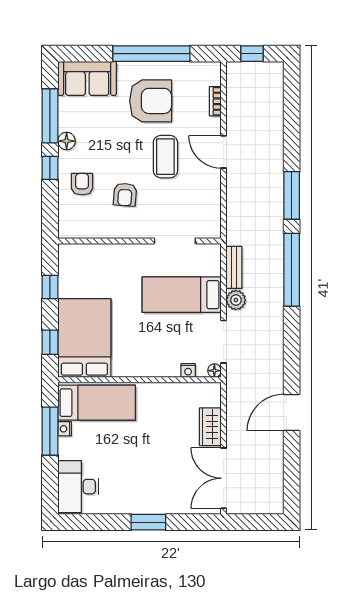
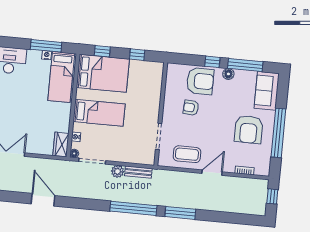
coffee table: (165, 157) -> (187, 154), moved
armchair: (82, 184) -> (200, 81), width x1.88, depth x1.88
bed: (182, 295) -> (99, 113), moved, turned 90
wardrobe: (210, 427) -> (61, 145), moved, turned -90

